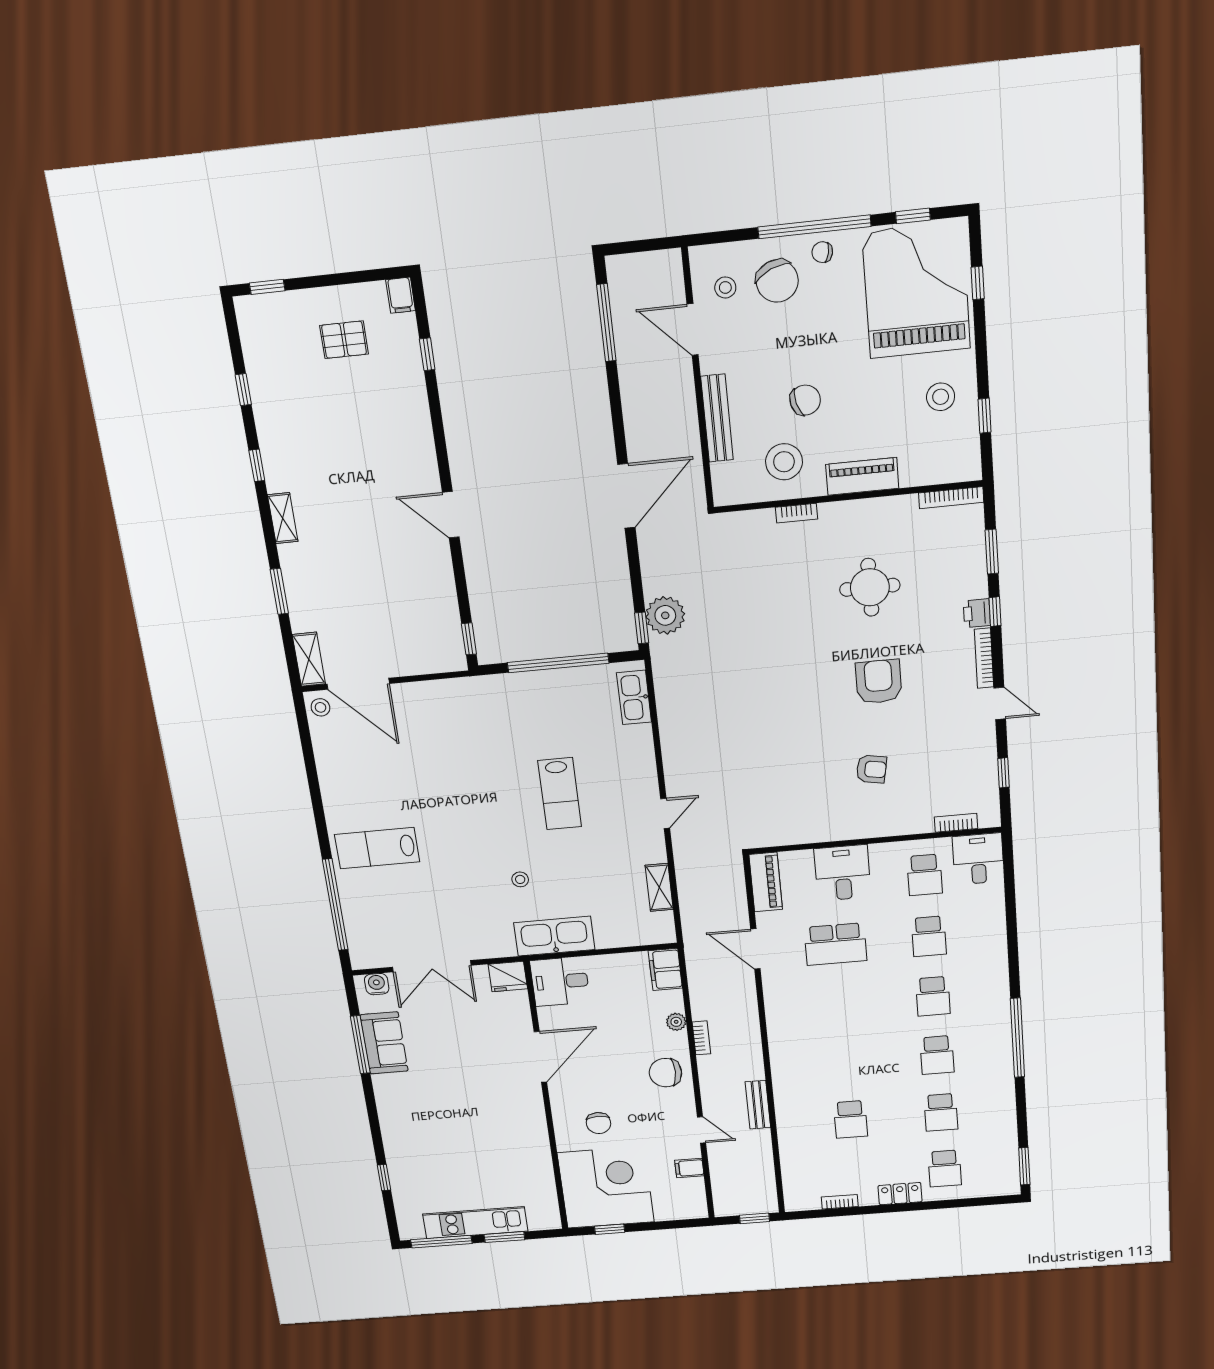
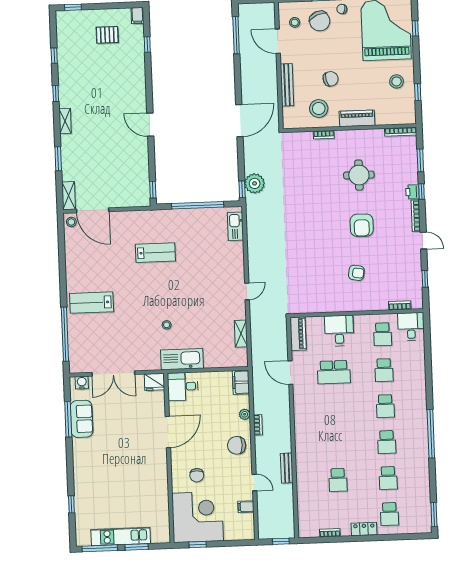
armchair: (879, 682) -> (362, 225), turned 180
lab bench: (560, 794) -> (155, 253), moved, turned -90

